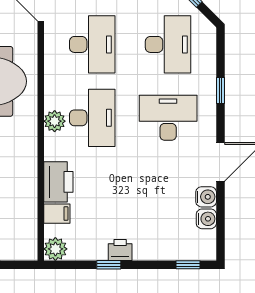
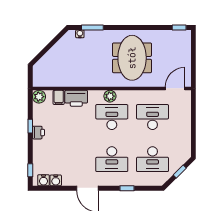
desk: (92, 44) -> (153, 117), turned 180
desk: (92, 118) -> (112, 117), turned 180
desk: (168, 118) -> (112, 159), turned 90
water cooler: (206, 197) -> (44, 180), moved

